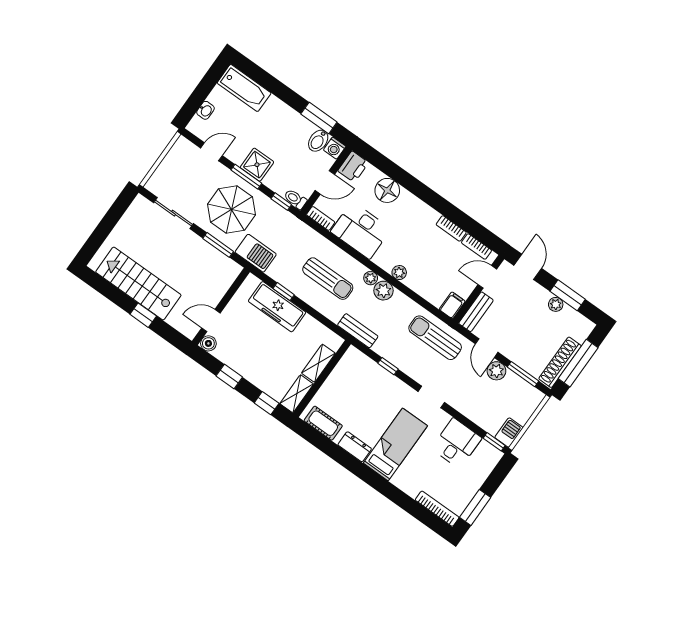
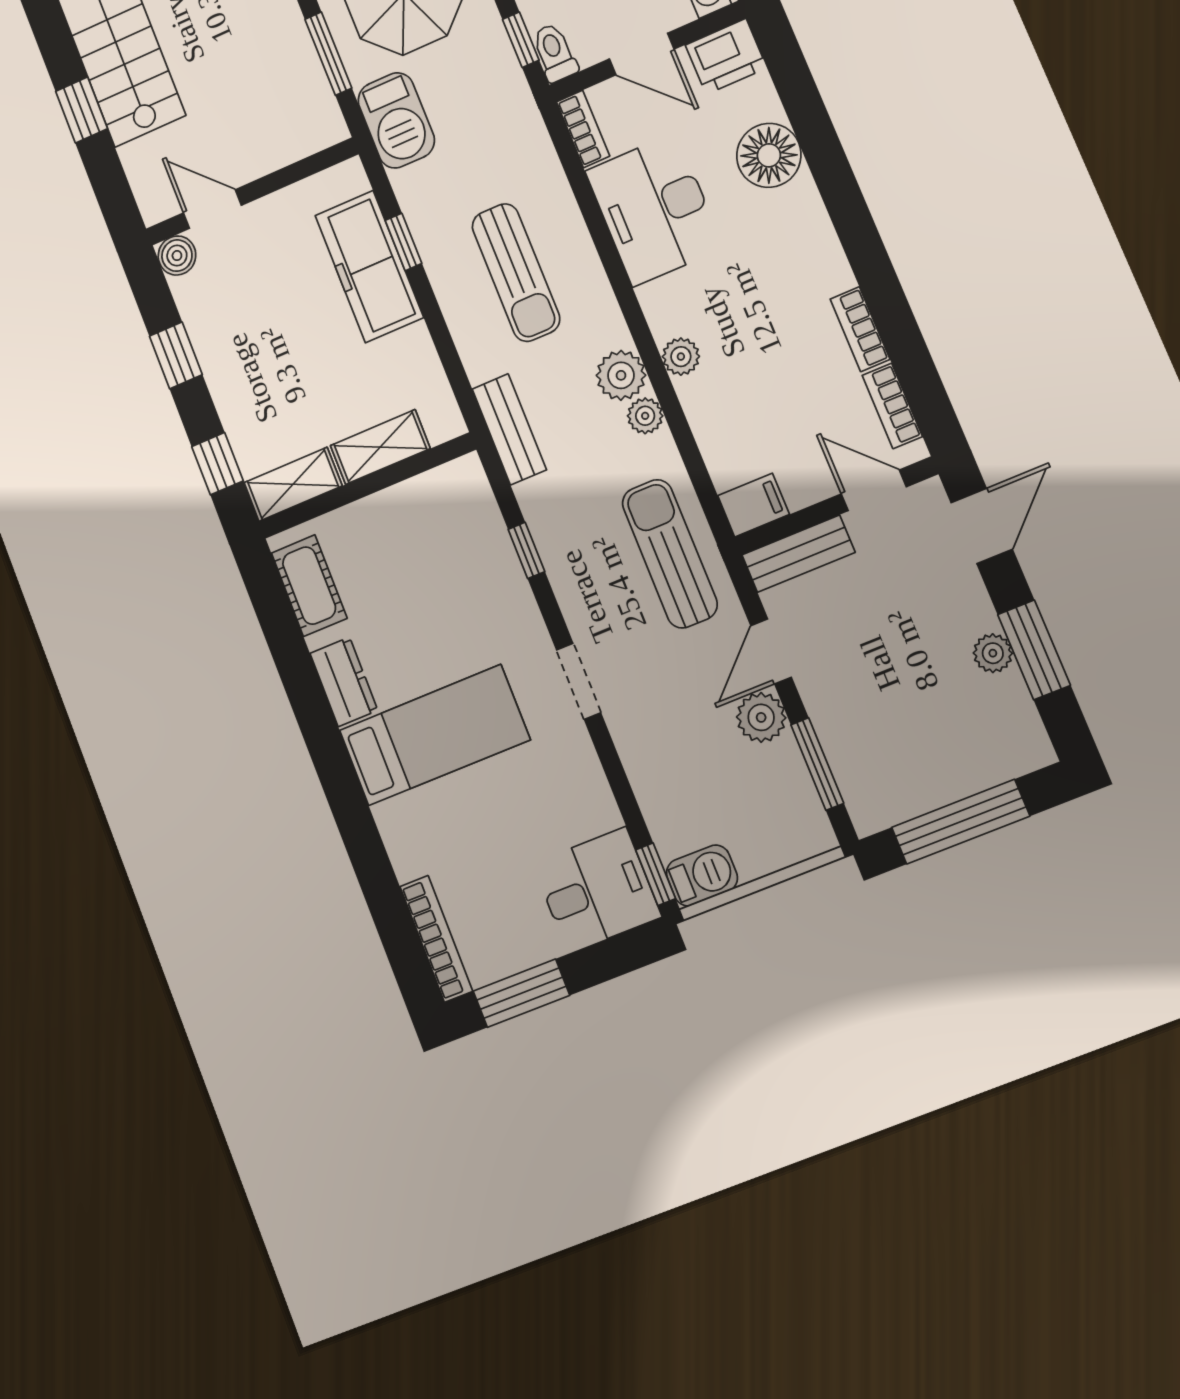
plant: (371, 278) -> (645, 416), moved
shoe rack: (560, 362) -> (919, 792), removed
desk: (456, 443) -> (597, 890), moved

